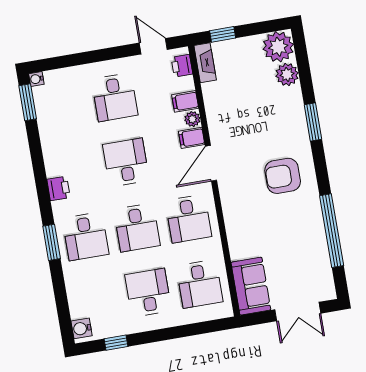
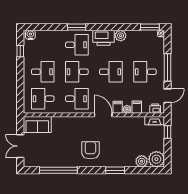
window: (99, 56) -> (168, 67), added
plant: (54, 156) -> (121, 36), added
printer: (59, 188) -> (104, 38), width x1.87, depth x1.48
desk: (188, 219) -> (77, 99), turned 180
desk: (86, 236) -> (77, 45), turned 180

